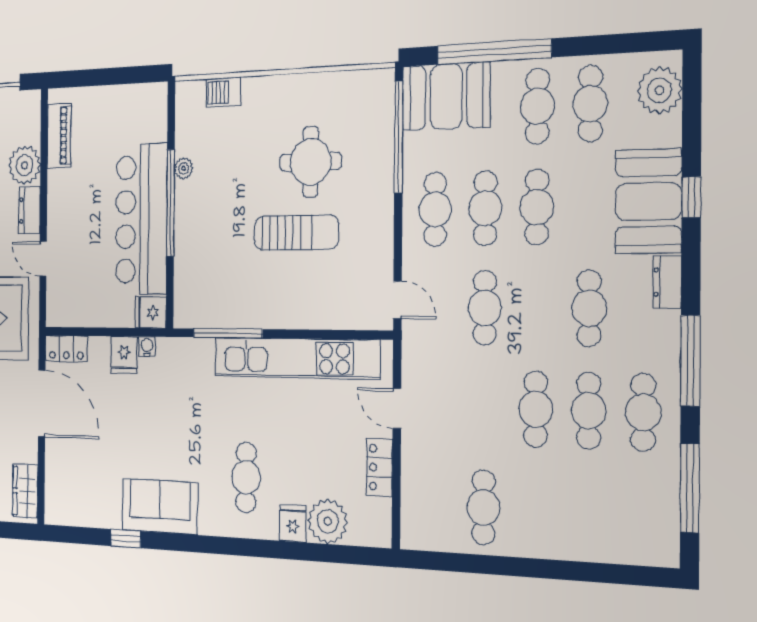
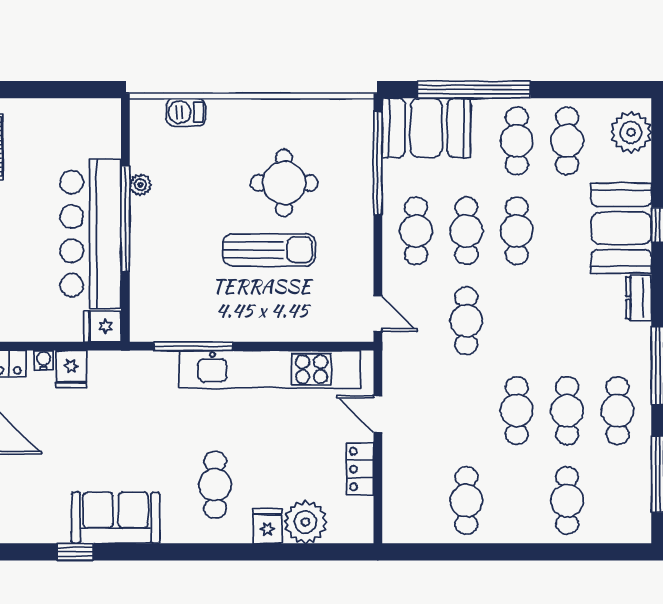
cafe table: (589, 308) -> (567, 501), moved
water cooler: (147, 347) -> (44, 360), moved

